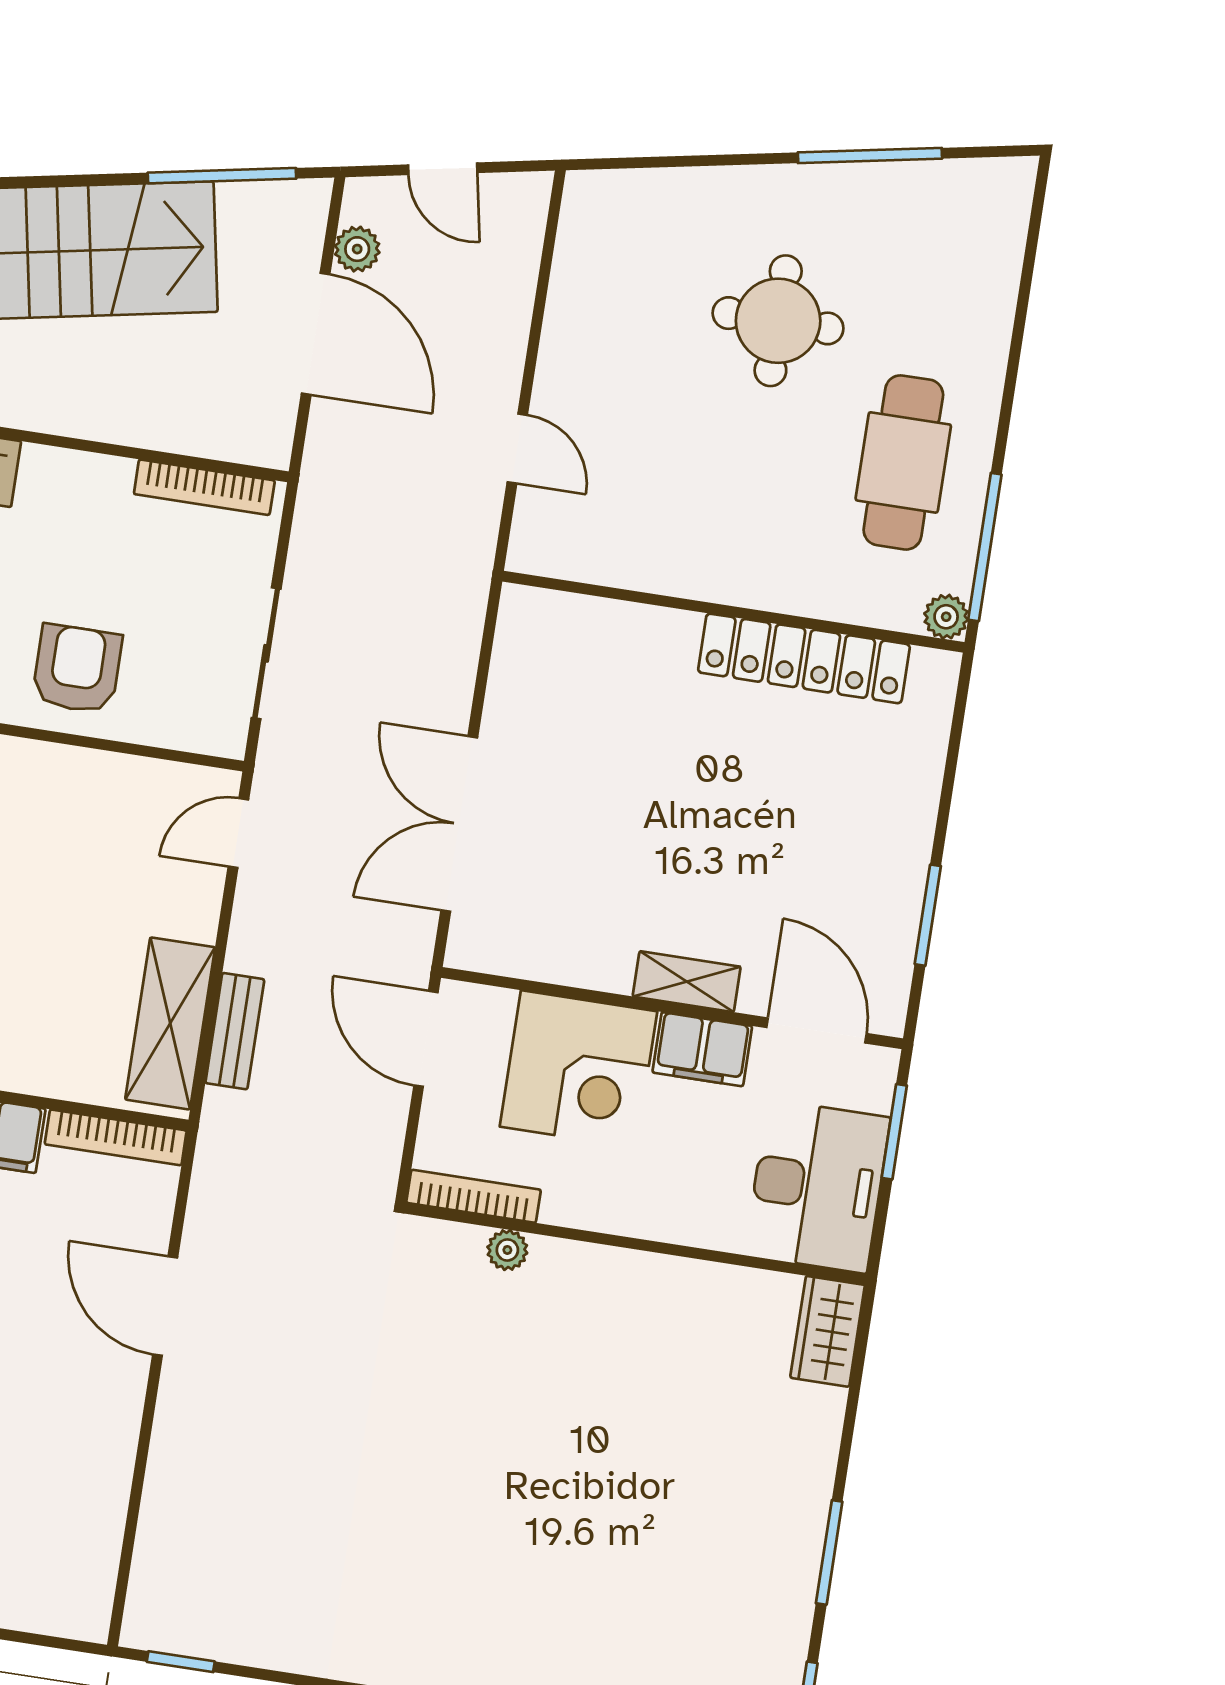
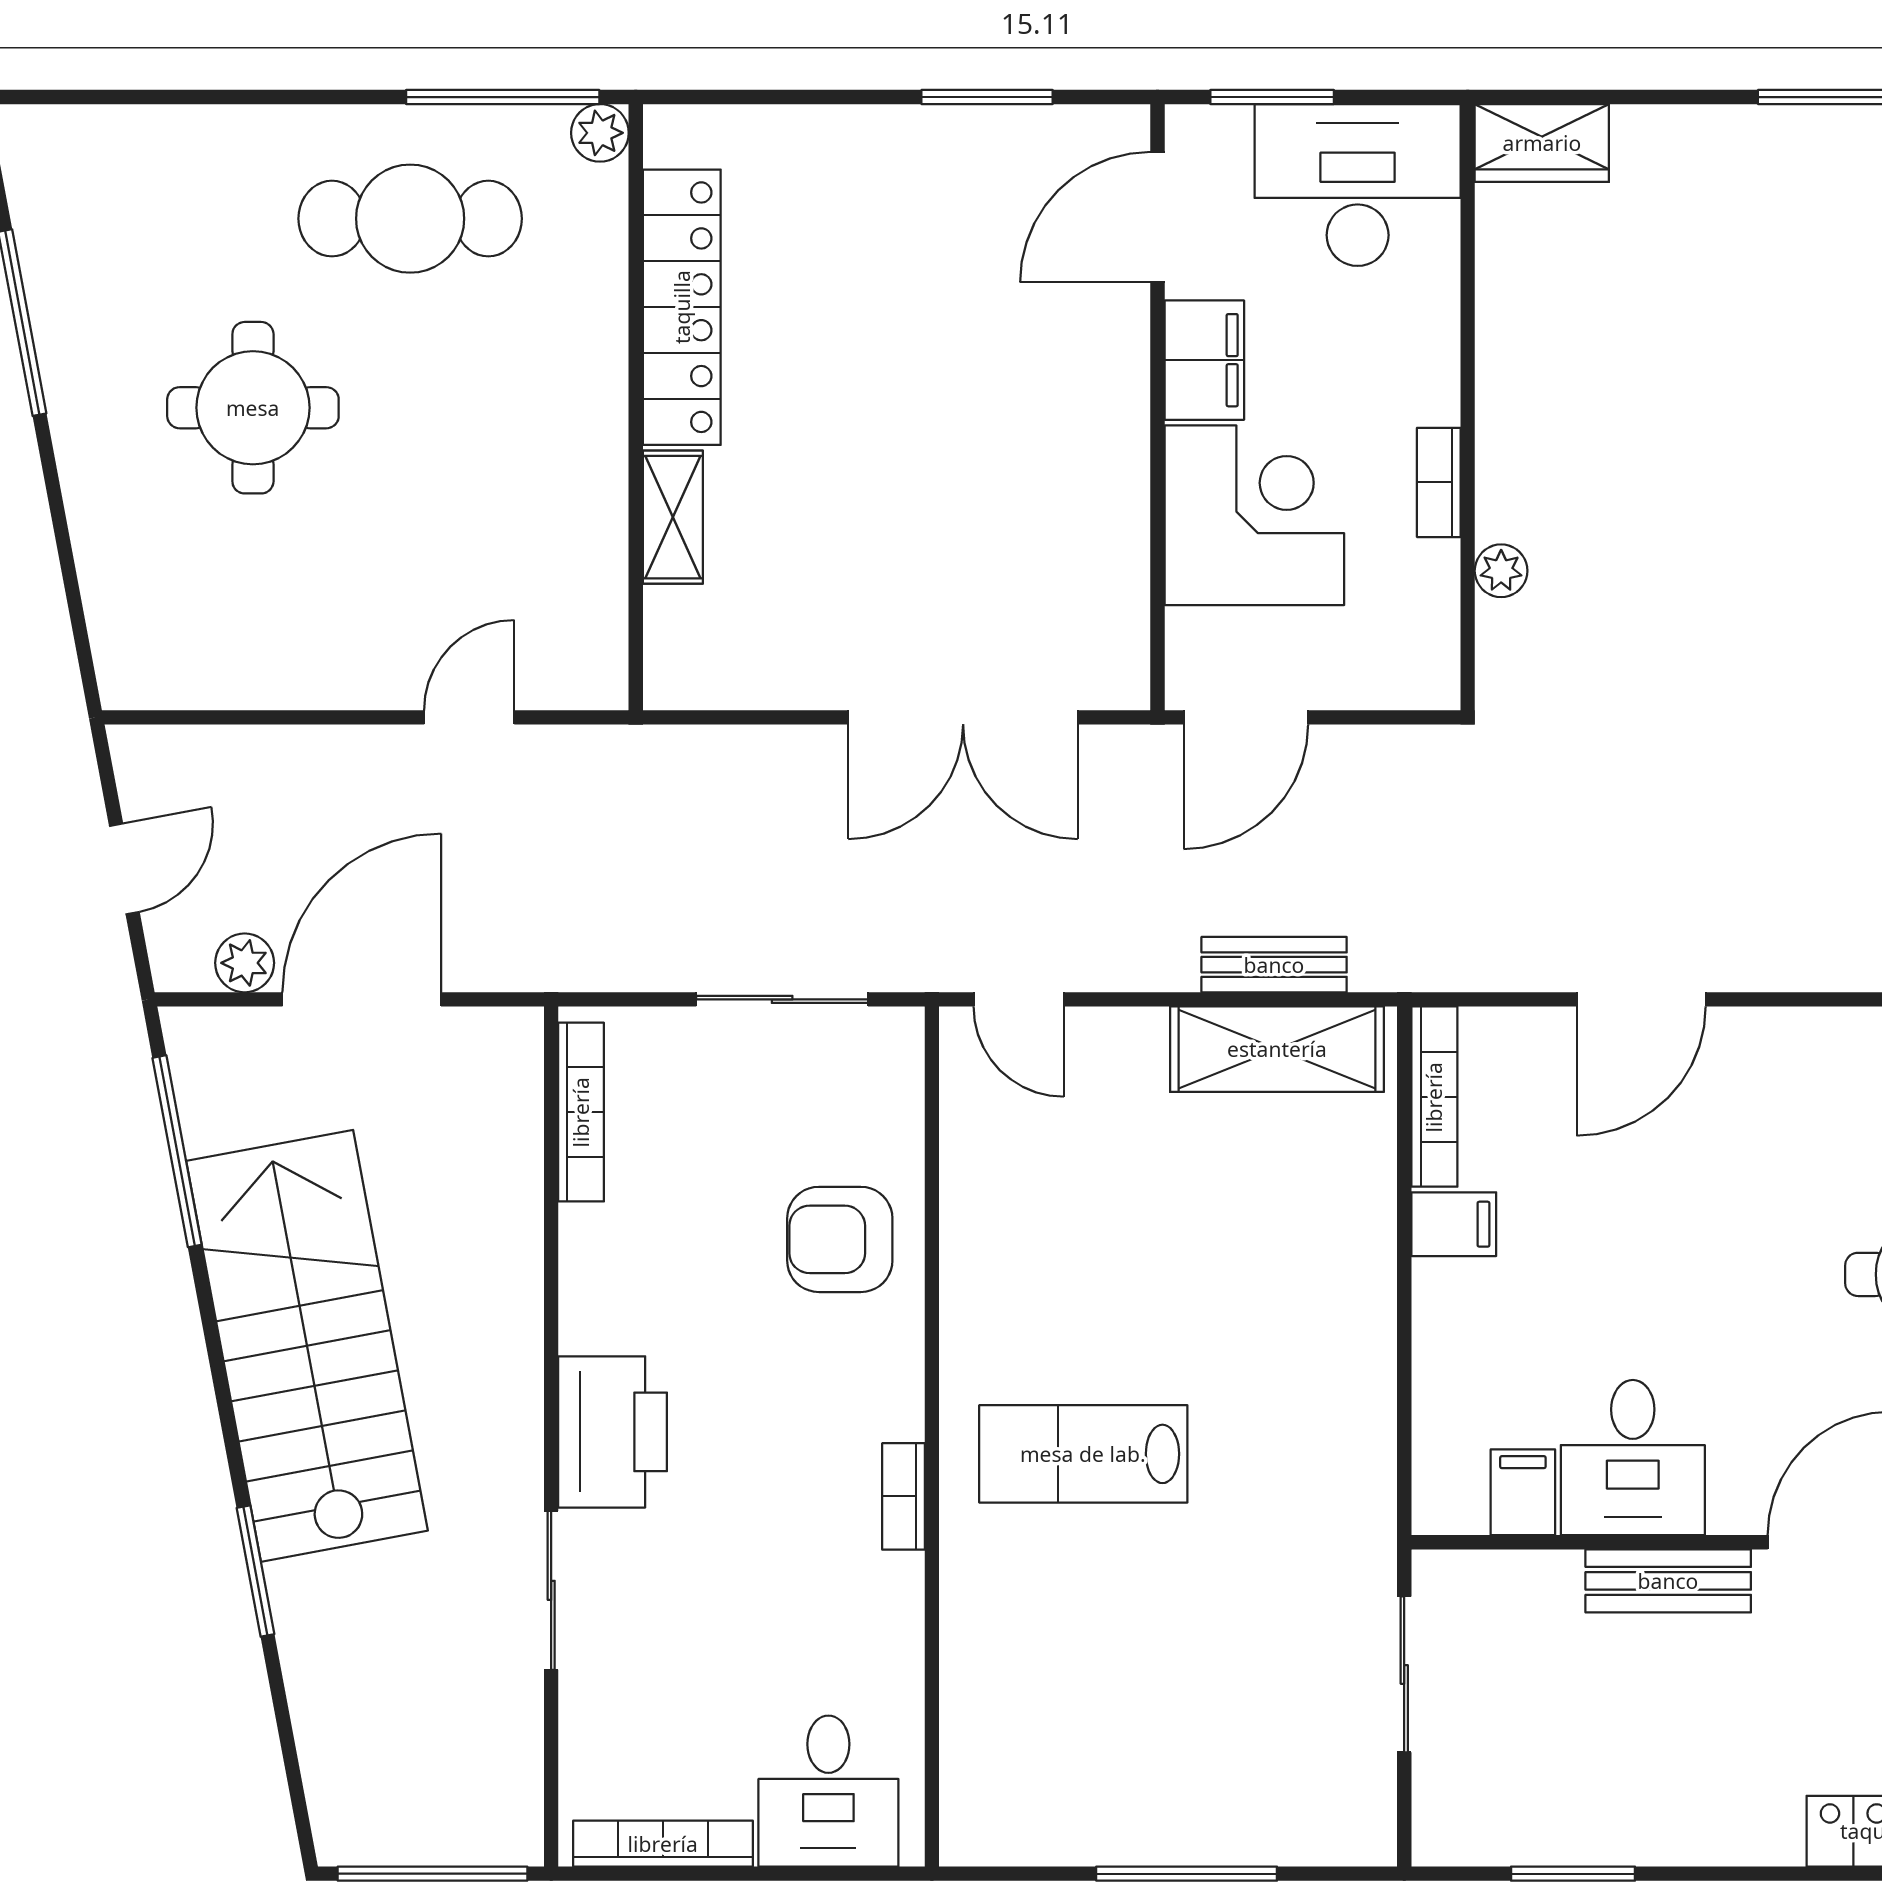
shelving: (687, 982) -> (673, 517), moved
bookcase: (474, 1196) -> (1439, 482), moved, width x0.64

